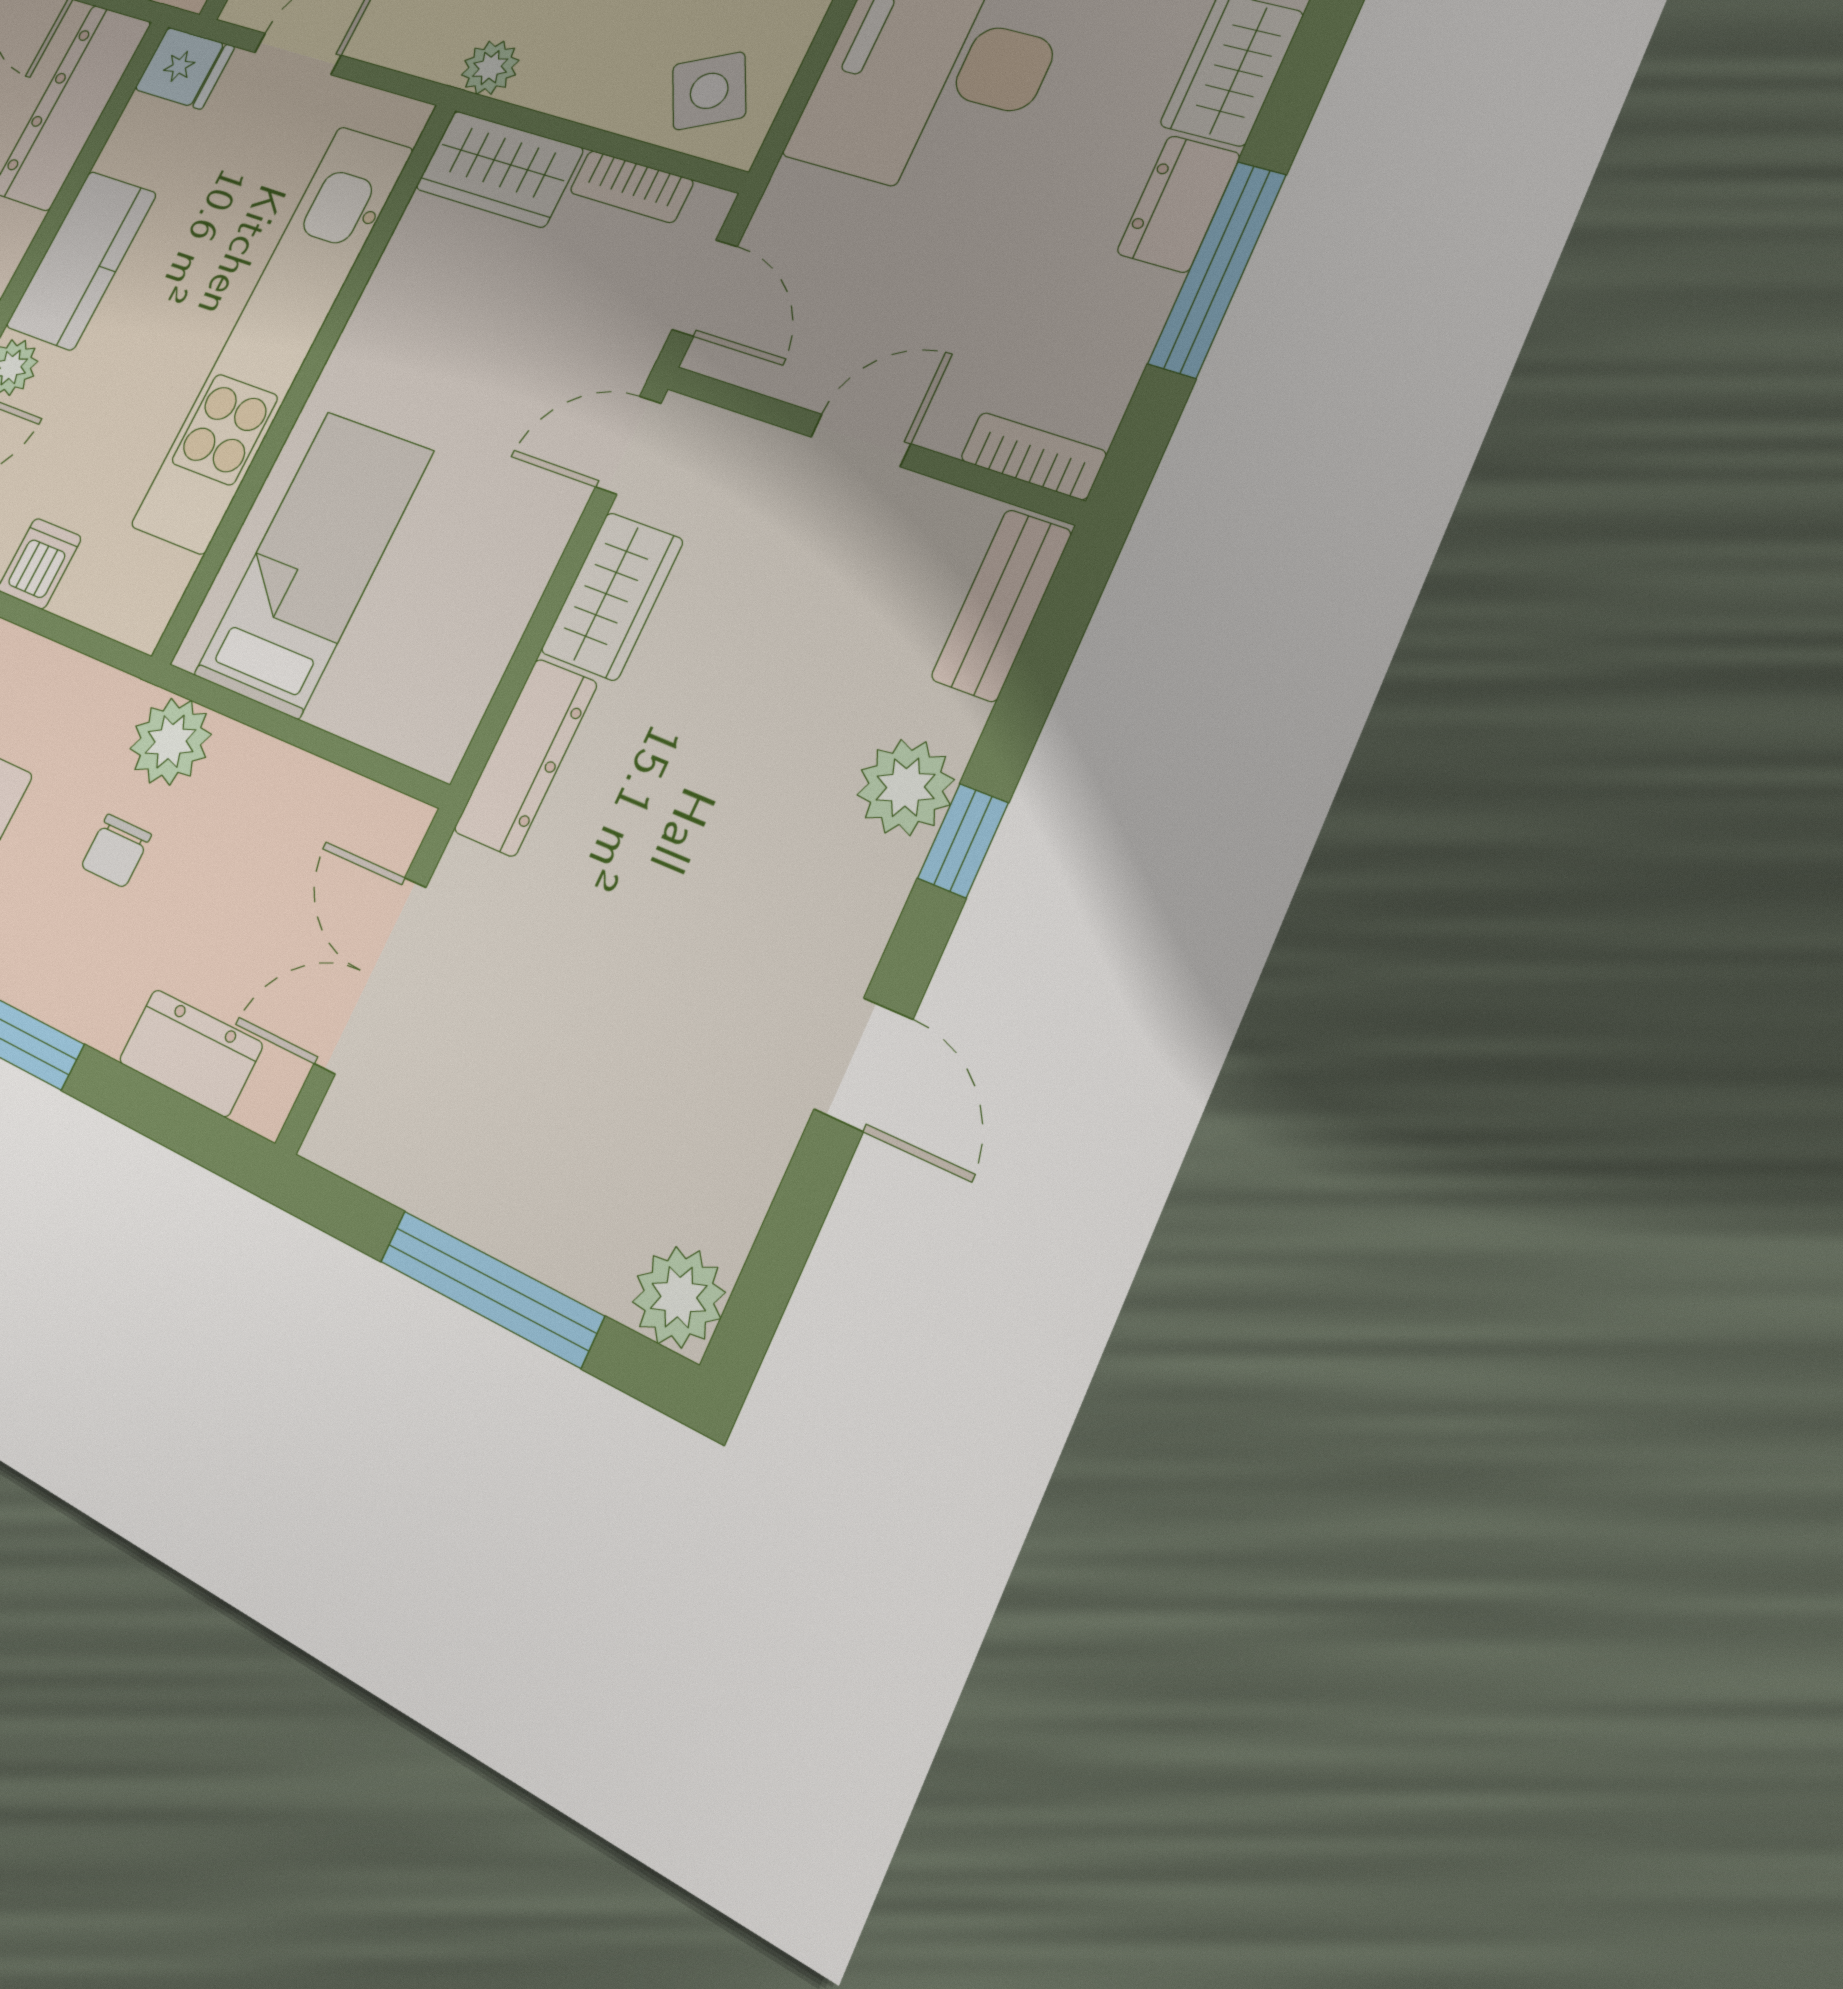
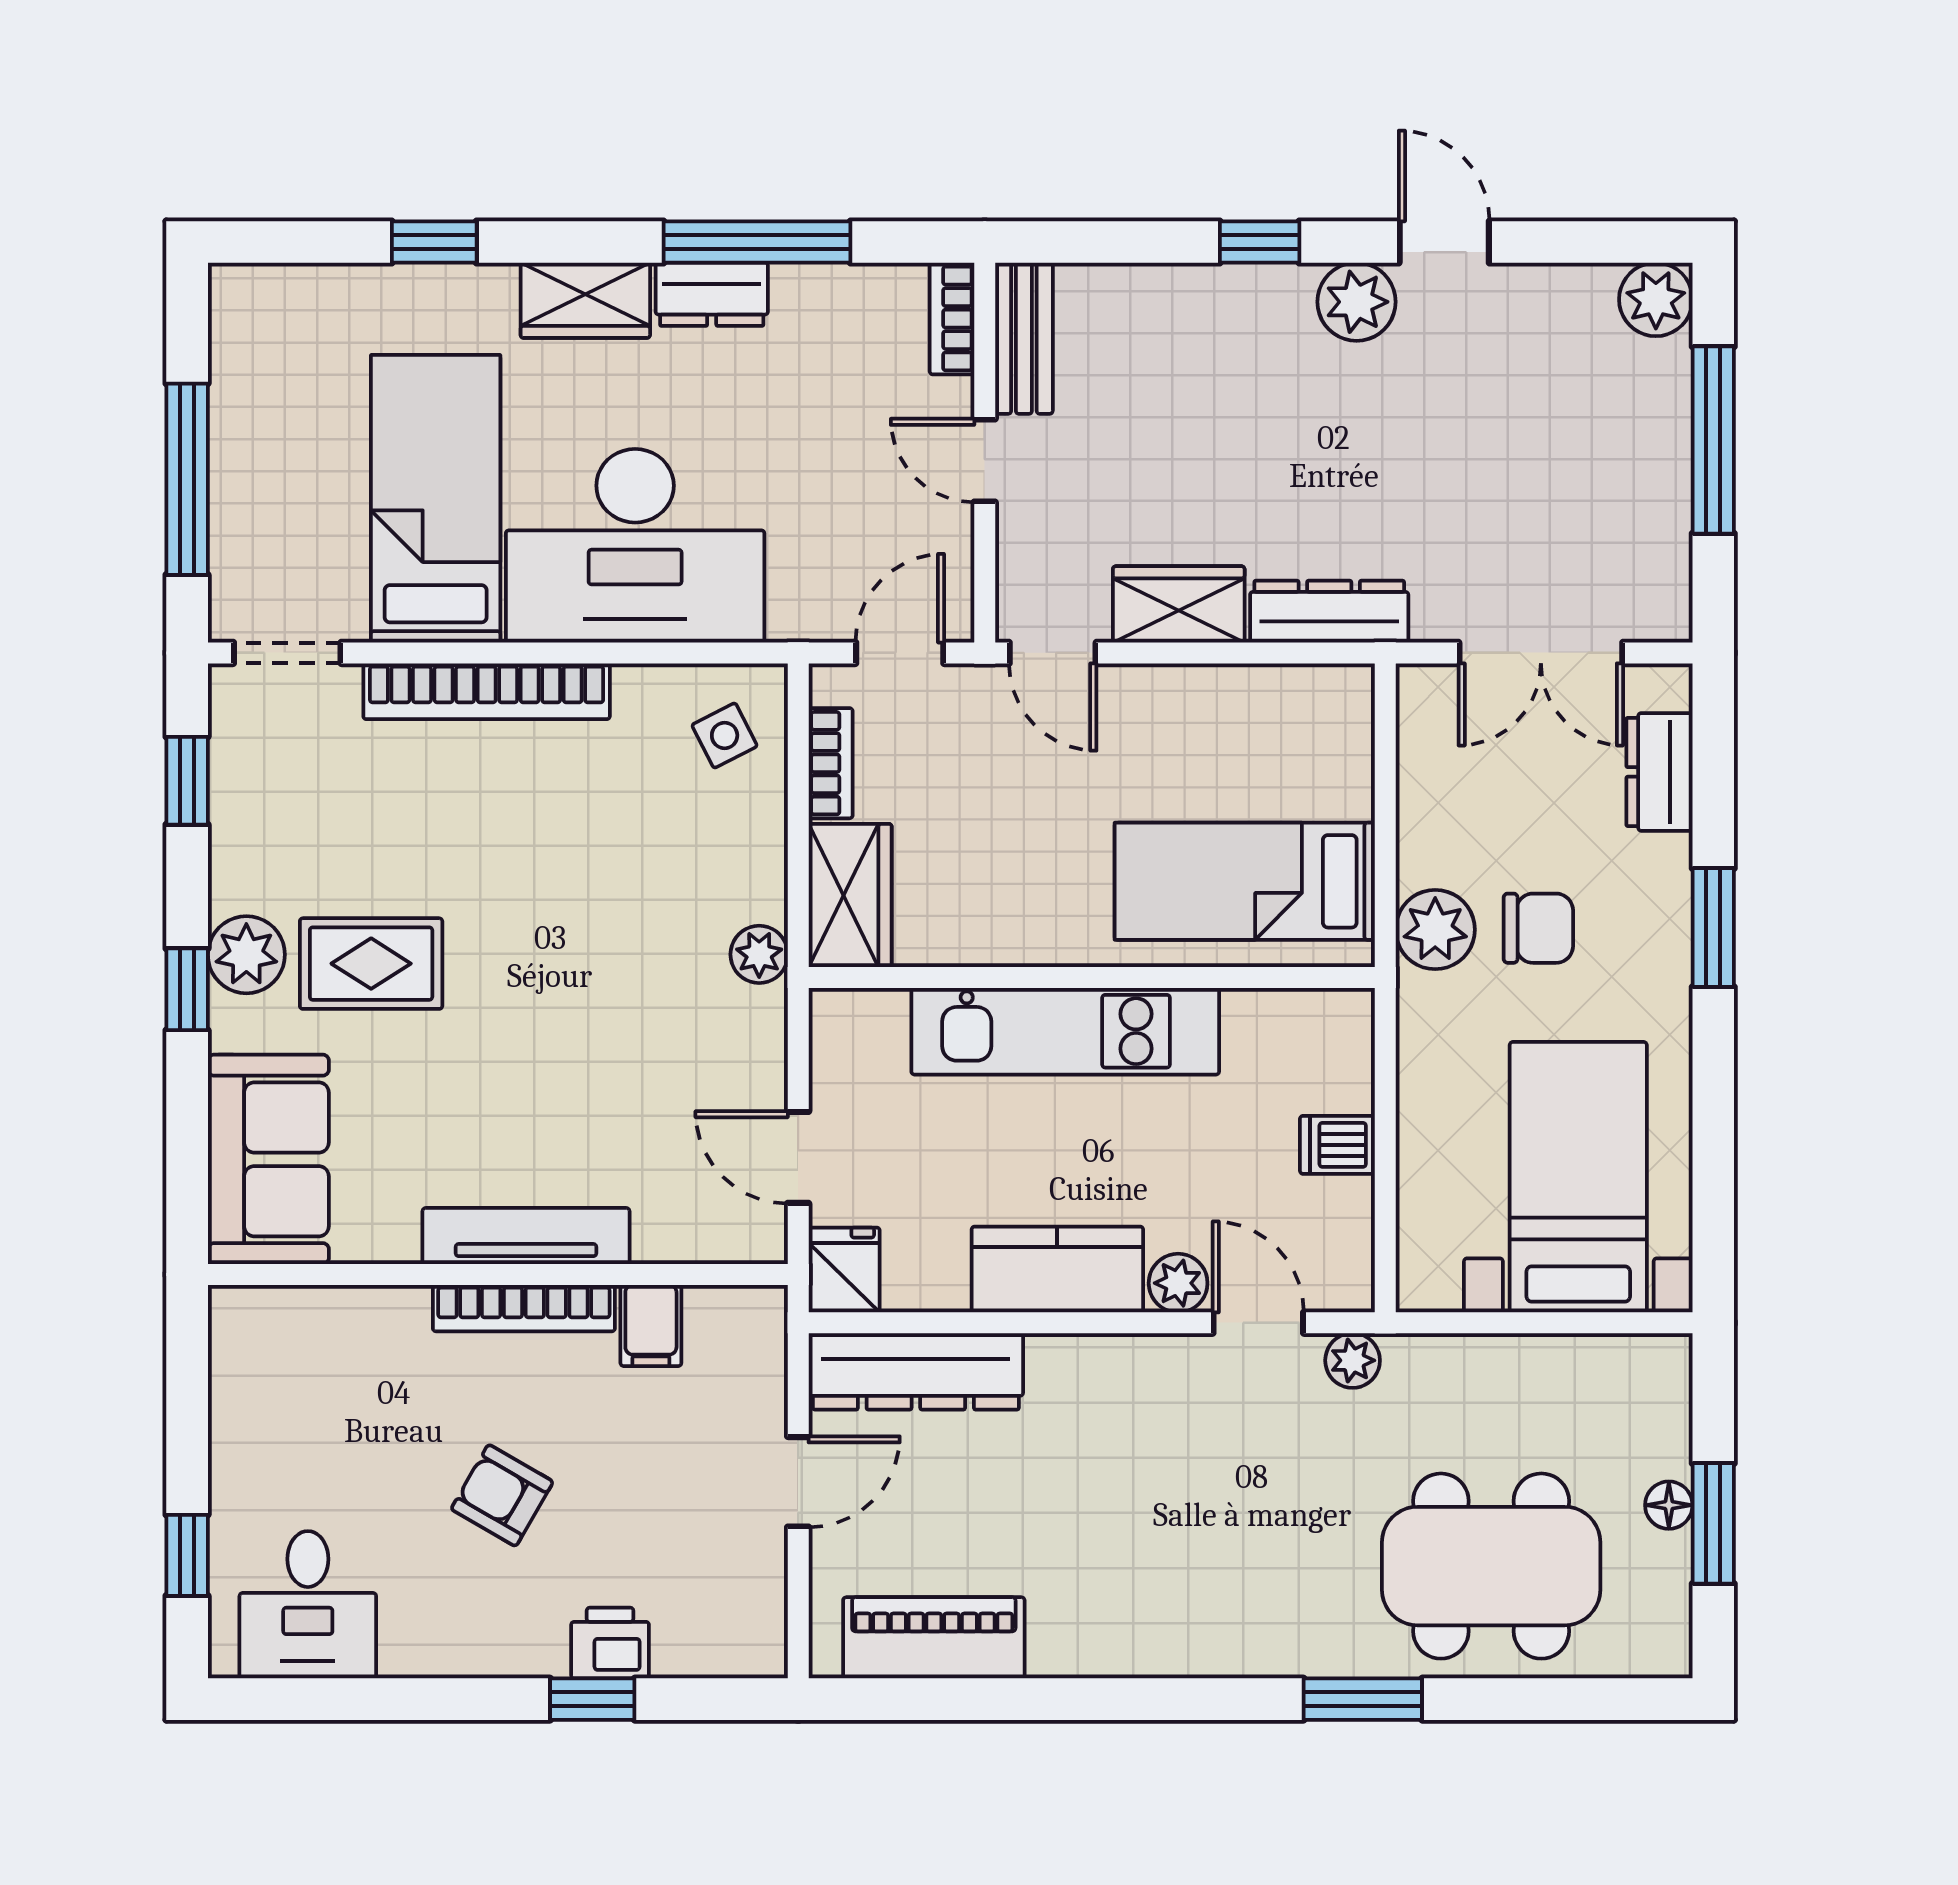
side table: (709, 91) -> (725, 735), width x0.73, depth x0.73
kitchen unit: (273, 336) -> (1065, 1031), width x0.73
bench: (1001, 605) -> (1024, 338), moved, turned 90
plant: (906, 787) -> (1357, 302), moved
chair: (116, 851) -> (1538, 928), width x1.37, depth x1.37
door: (863, 1064) -> (1444, 242), hinge flipped

